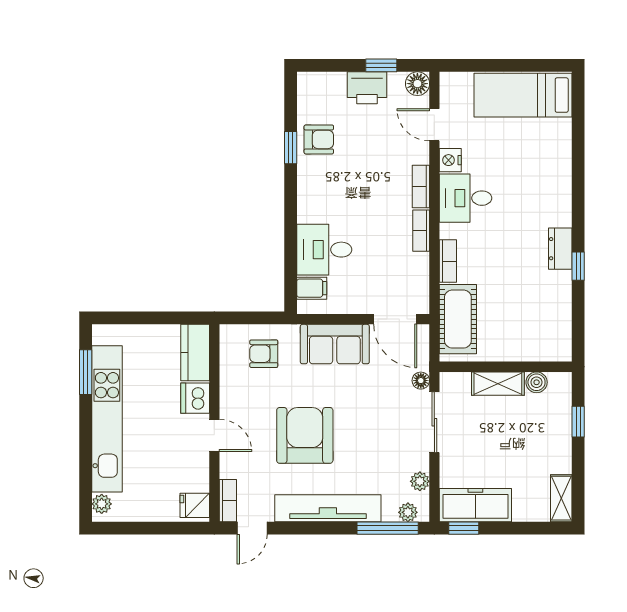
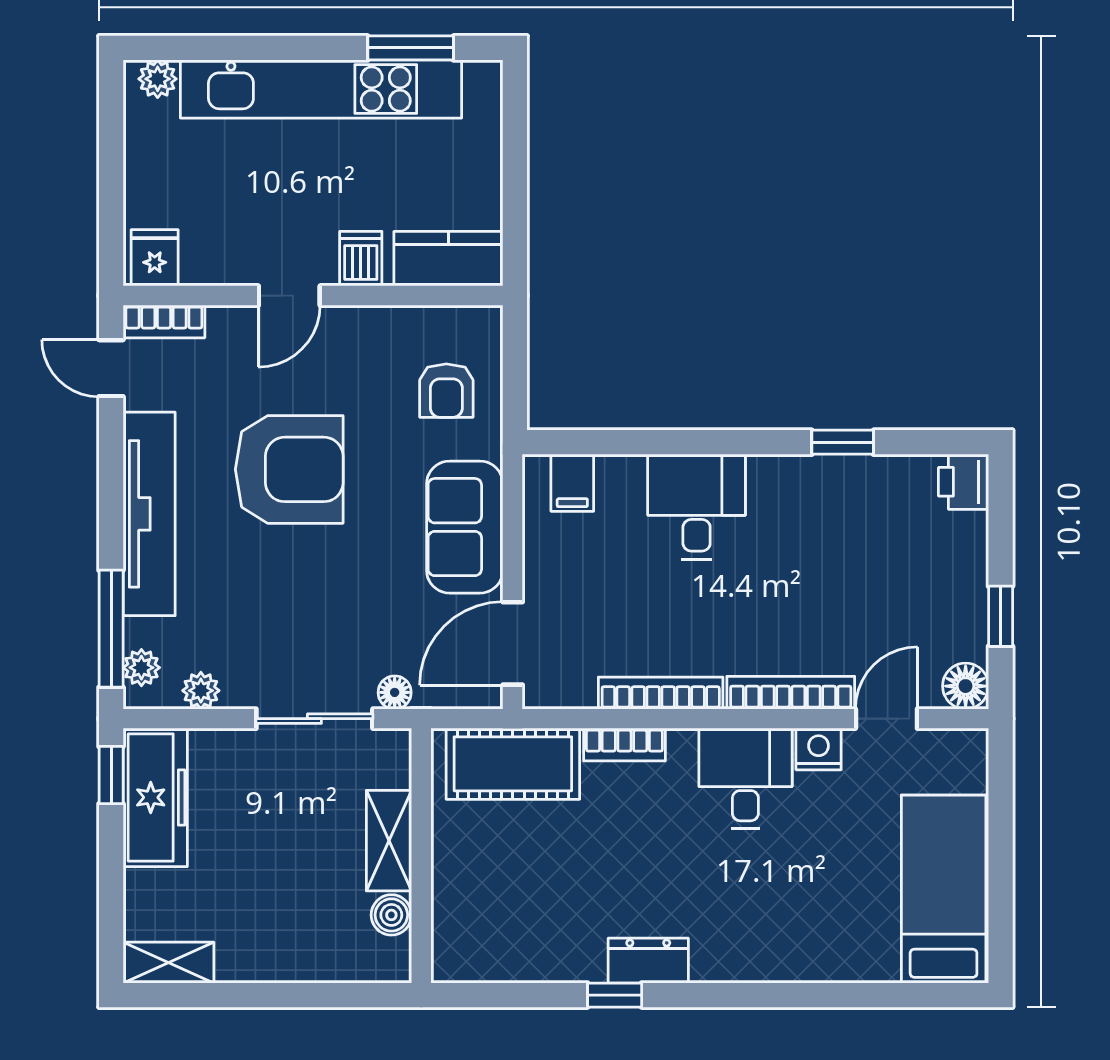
printer: (367, 88) -> (963, 482), moved, width x0.73, depth x0.81
armchair: (319, 139) -> (858, 496), removed
bookcase: (421, 187) -> (791, 693), width x1.56
bookcase: (421, 231) -> (661, 693), width x1.56
desk: (324, 250) -> (697, 507), moved
armchair: (264, 354) -> (446, 391), turned 180
dishwasher: (195, 398) -> (361, 259), width x0.73
window: (578, 422) -> (316, 995), removed

